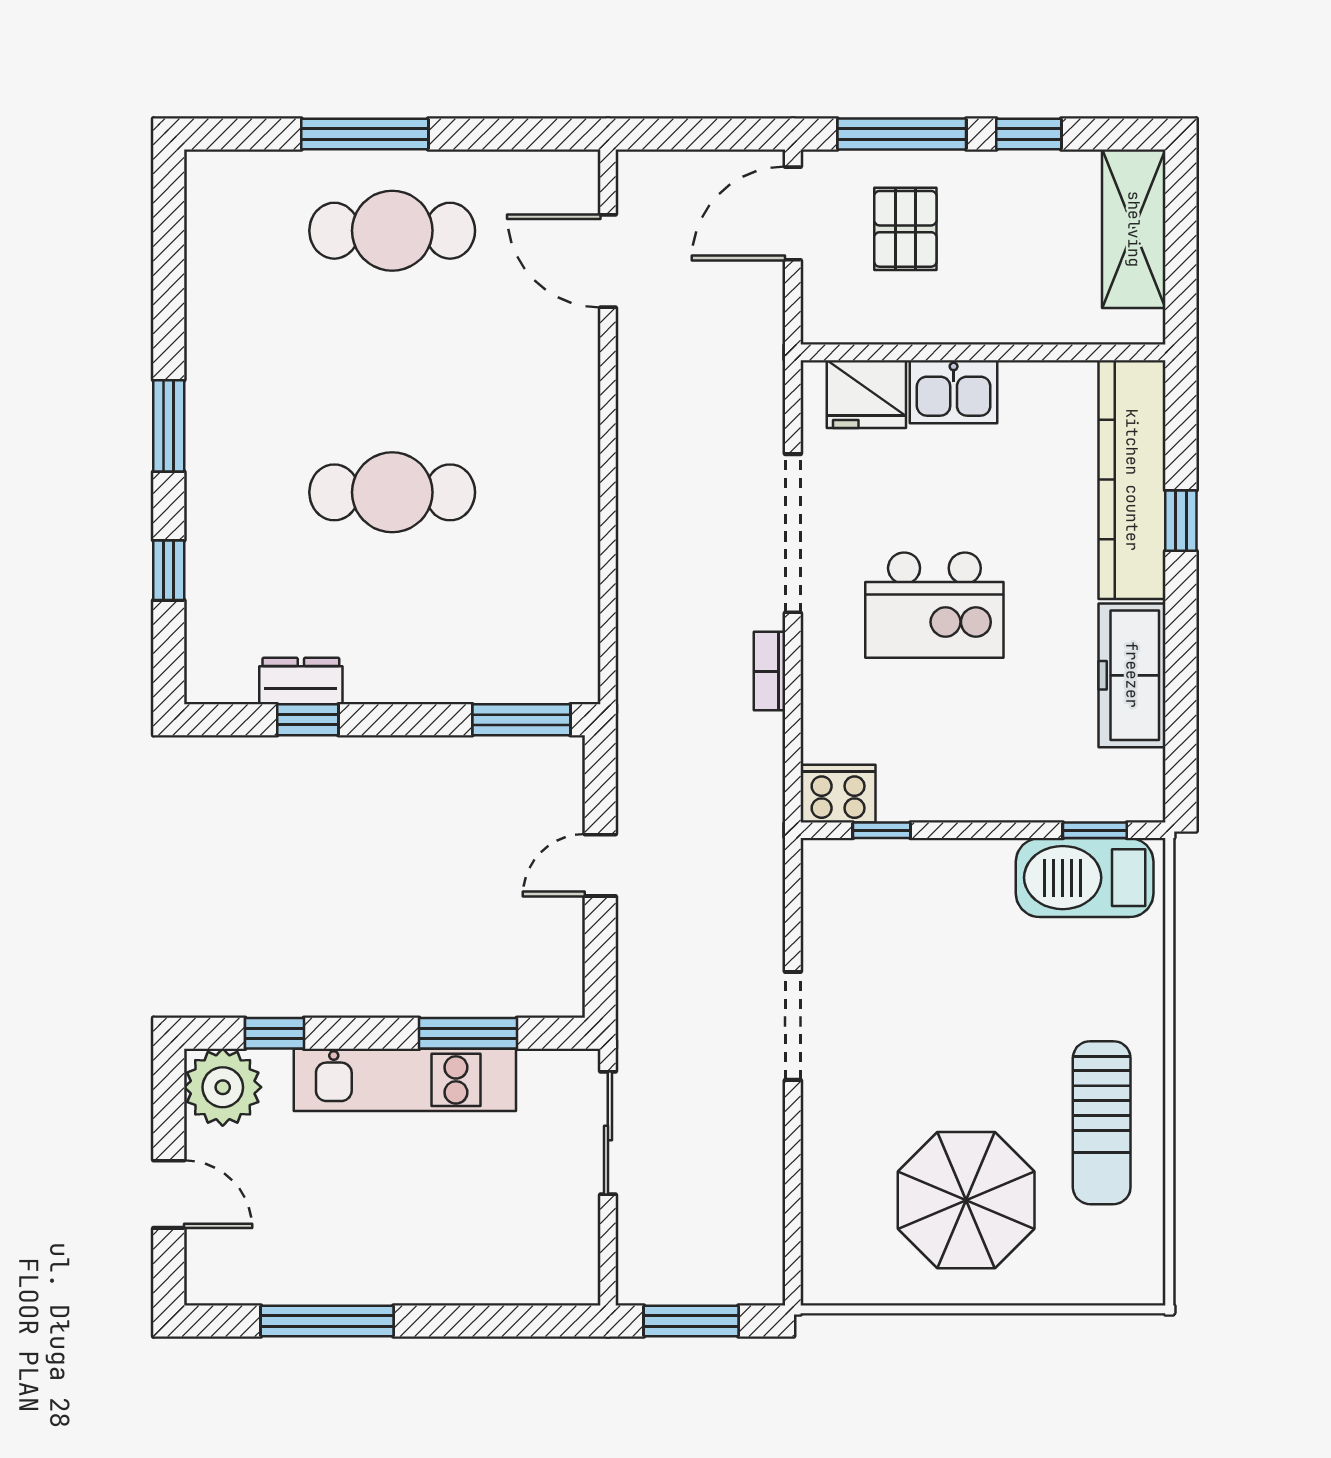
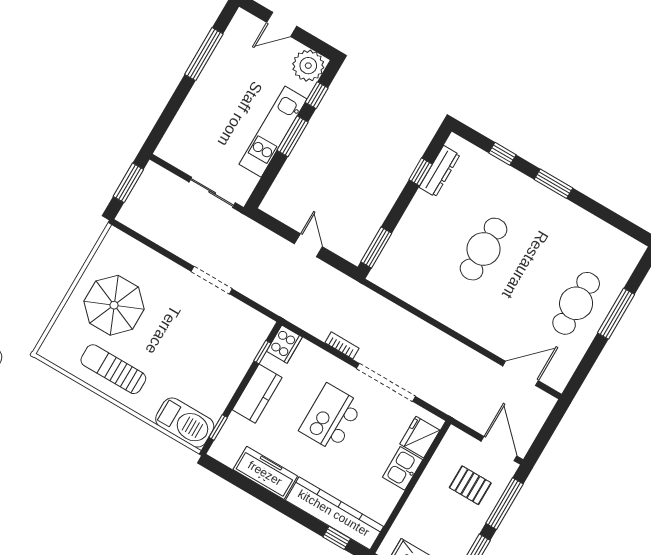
window: (1181, 521) -> (337, 538), moved
dresser: (301, 681) -> (440, 171), width x1.44
kitchen counter: (976, 790) -> (257, 394), added
barbecue: (1085, 878) -> (185, 423), moved, turned 90
window: (468, 1033) -> (292, 136), moved

